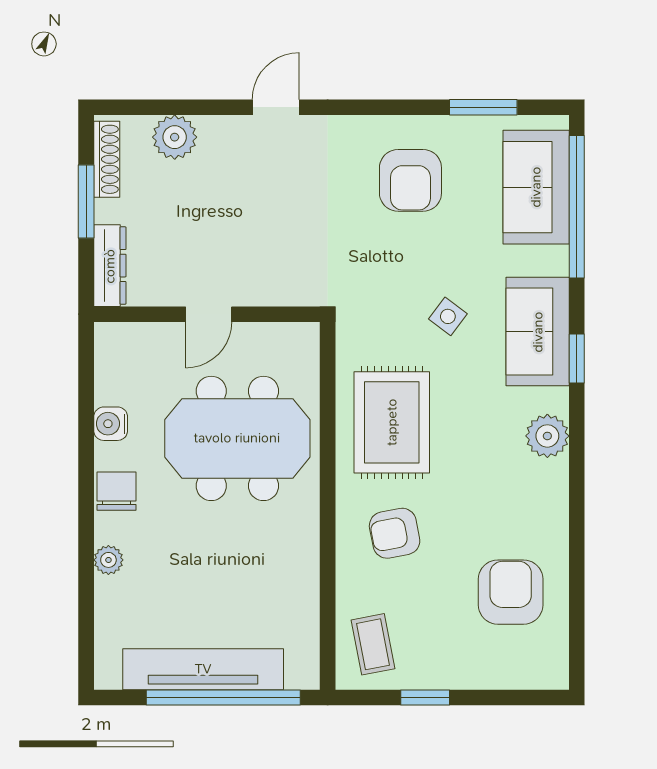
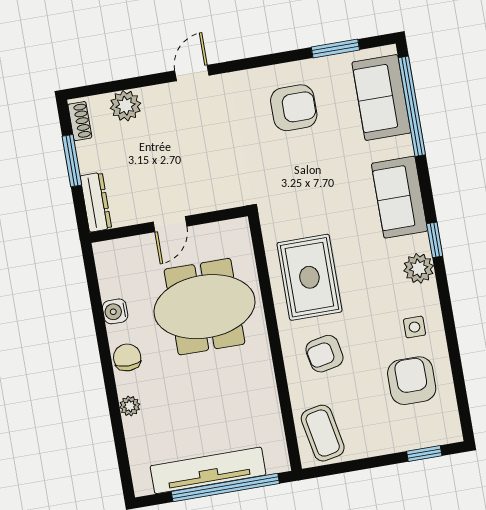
shoe rack: (107, 159) -> (80, 121), width x0.70
armchair: (410, 180) -> (294, 108), turned -90
side table: (448, 316) -> (414, 327), moved, turned -37
window: (577, 359) -> (435, 240), moved
coffee table: (373, 644) -> (323, 433), width x1.36, depth x1.30
window: (425, 697) -> (424, 453), moved

